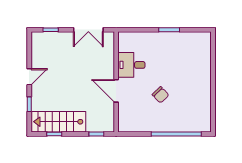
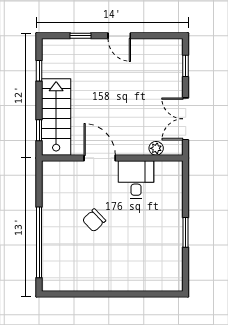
plant: (109, 51) -> (156, 148), added
door: (116, 91) -> (100, 158), hinge flipped
stairs: (58, 122) -> (56, 117), moved

